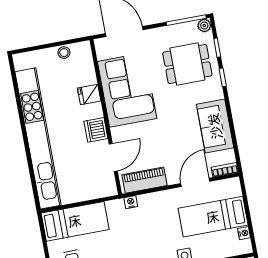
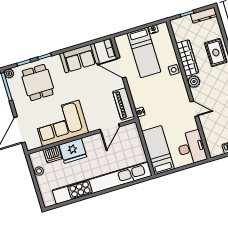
fridge: (89, 94) -> (73, 151), width x1.88, depth x1.34
dishwasher: (96, 130) -> (53, 154), moved
door: (113, 157) -> (110, 128), swing flipped

